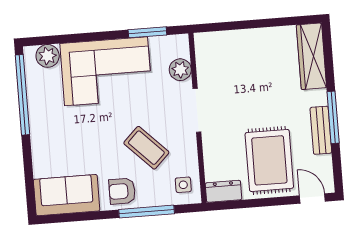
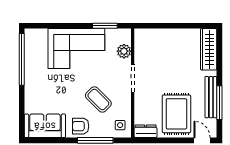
plant: (48, 56) -> (40, 36), removed
window: (333, 117) -> (219, 103), moved
bench: (321, 130) -> (211, 97), width x1.36

